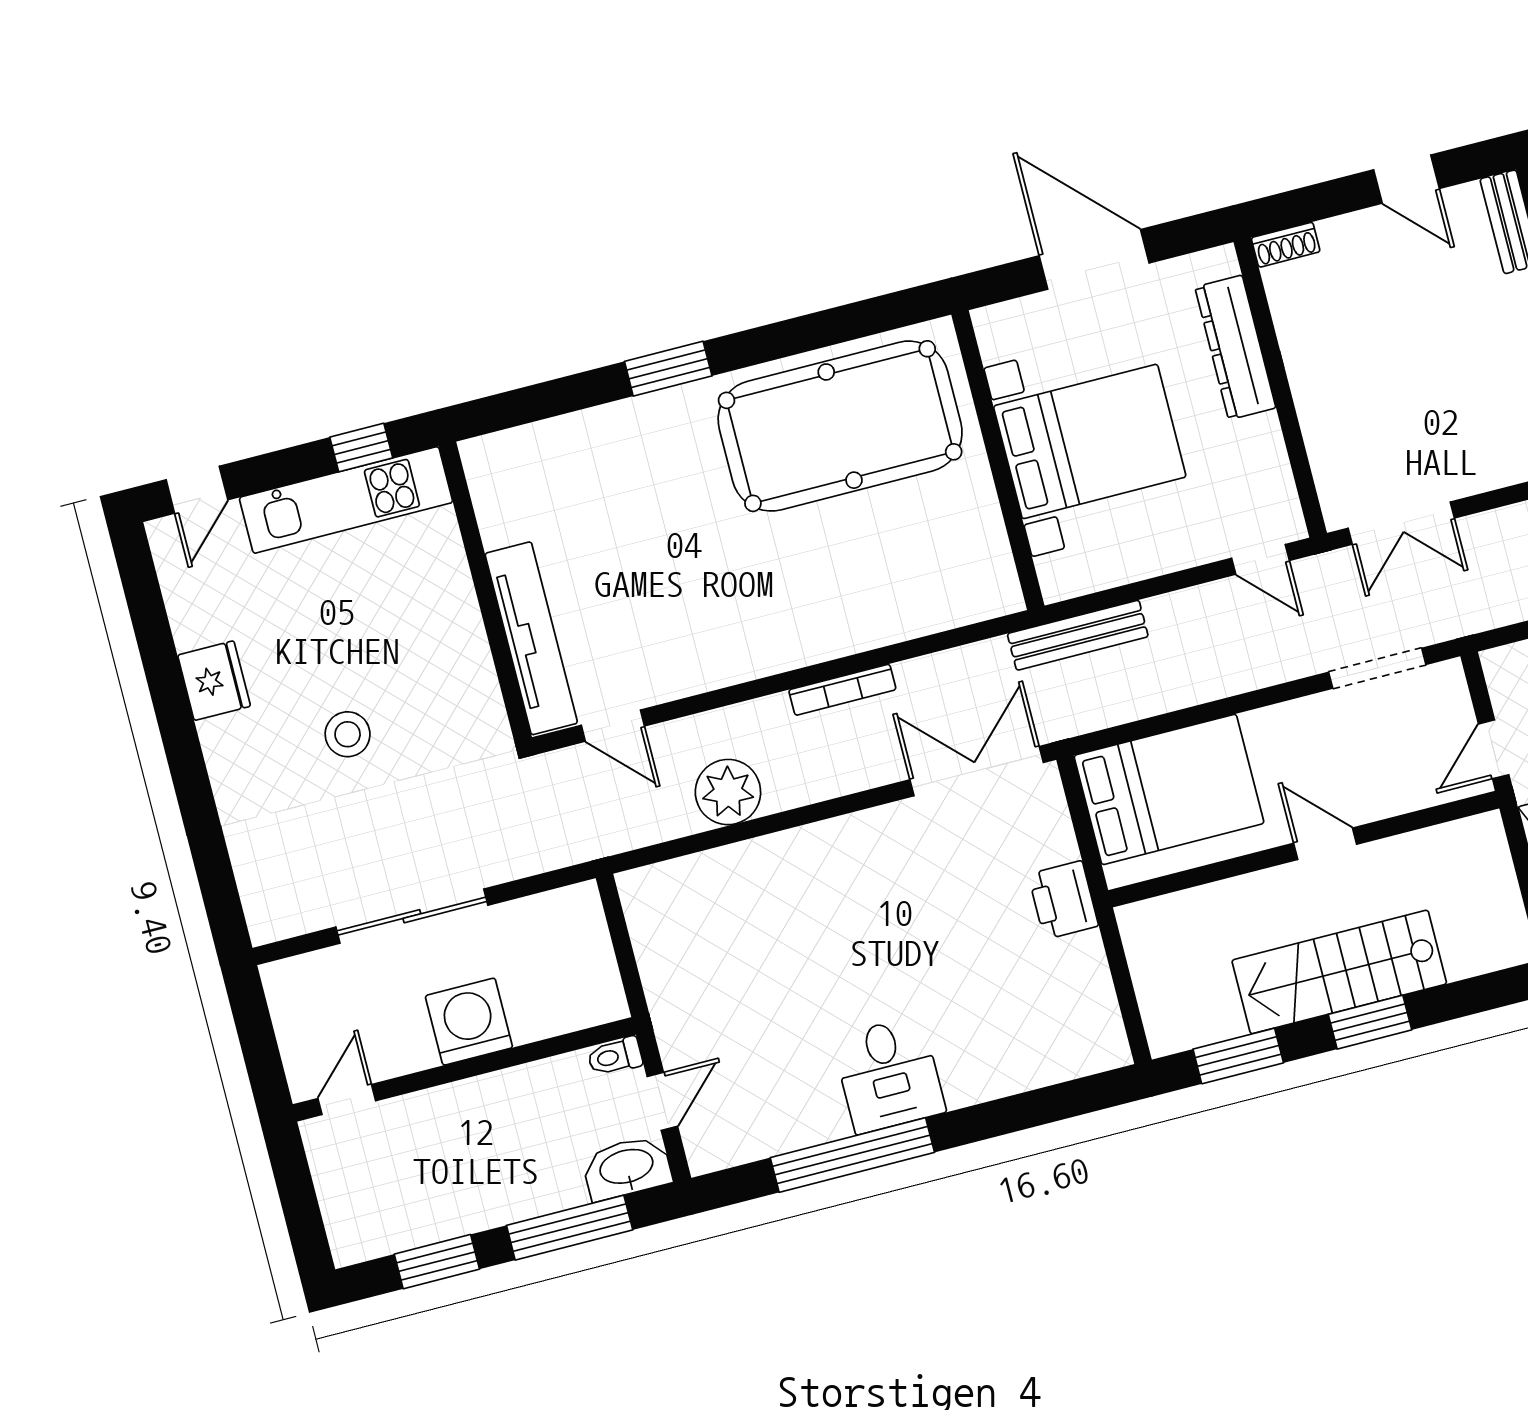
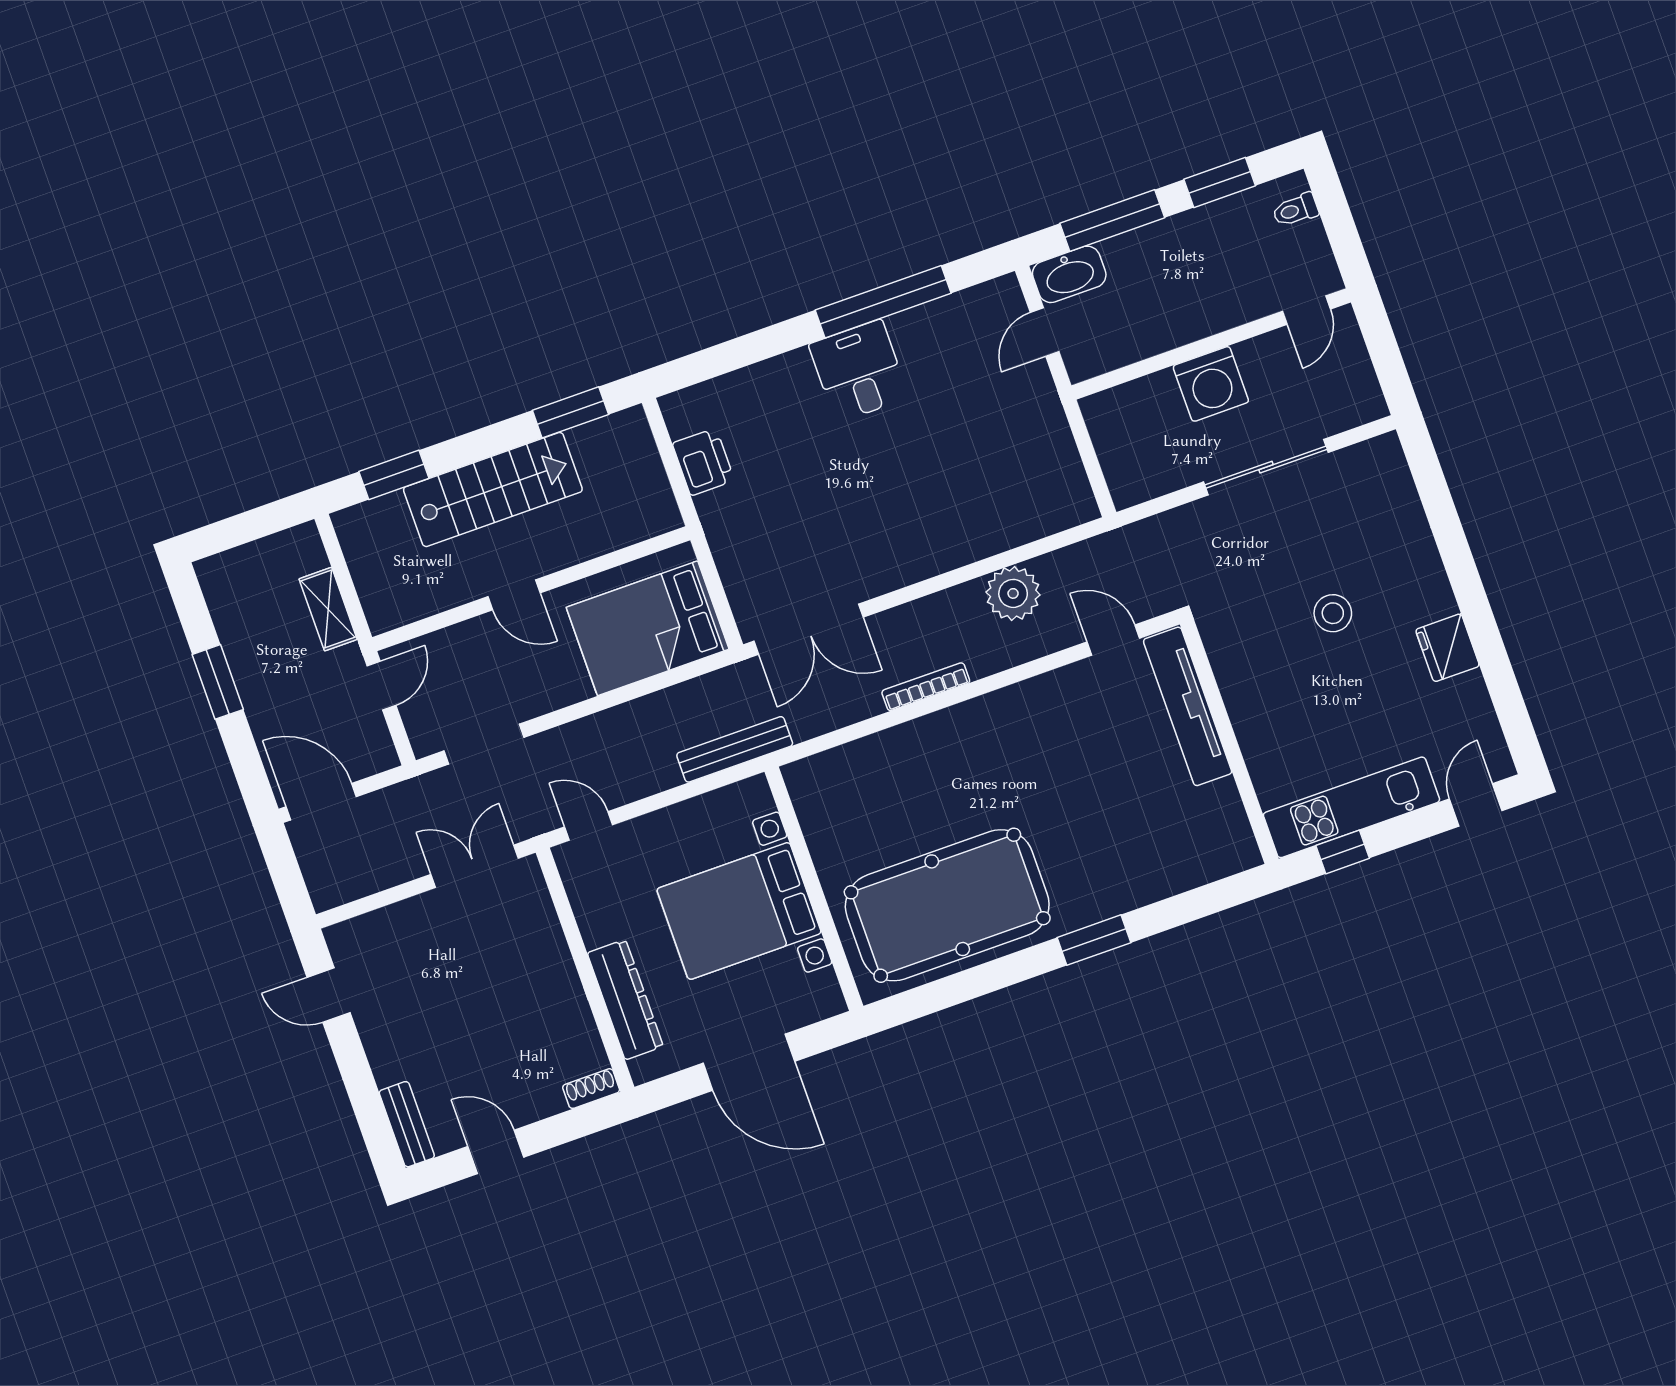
printer: (1063, 900) -> (703, 462), moved
window: (1370, 1022) -> (394, 475), moved
toilet: (615, 1056) -> (1295, 210), moved, turned 180

